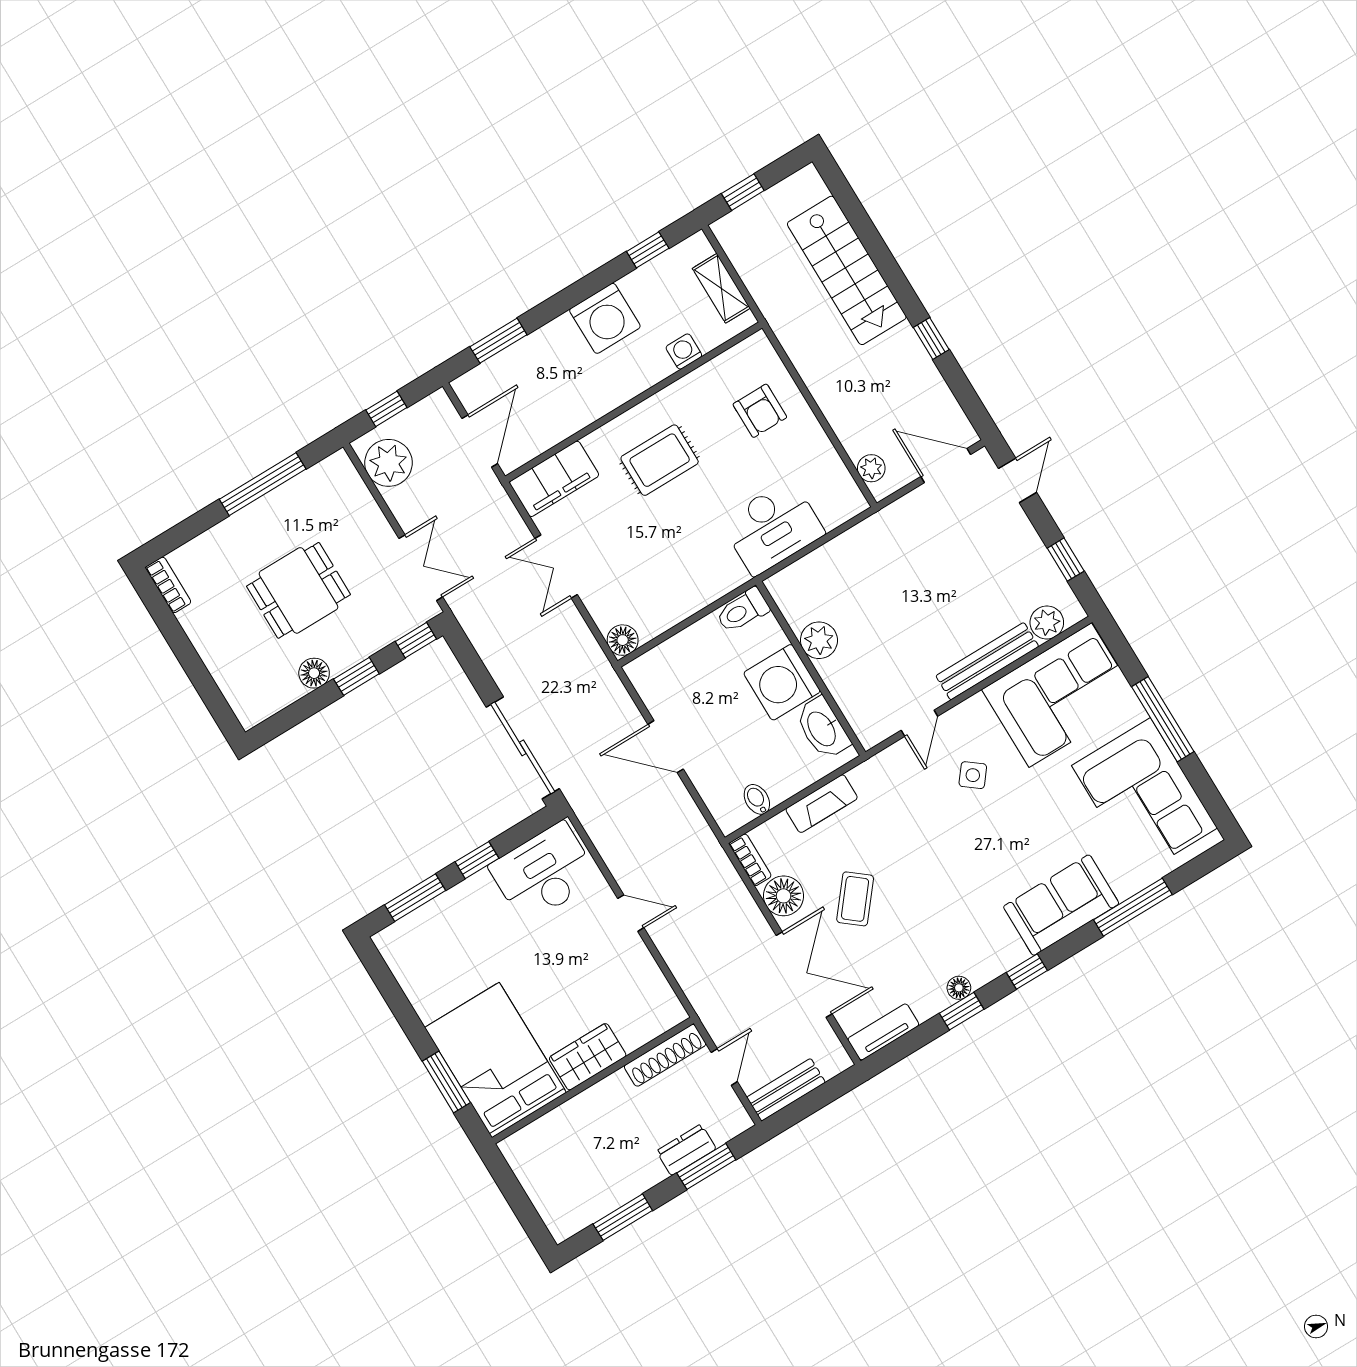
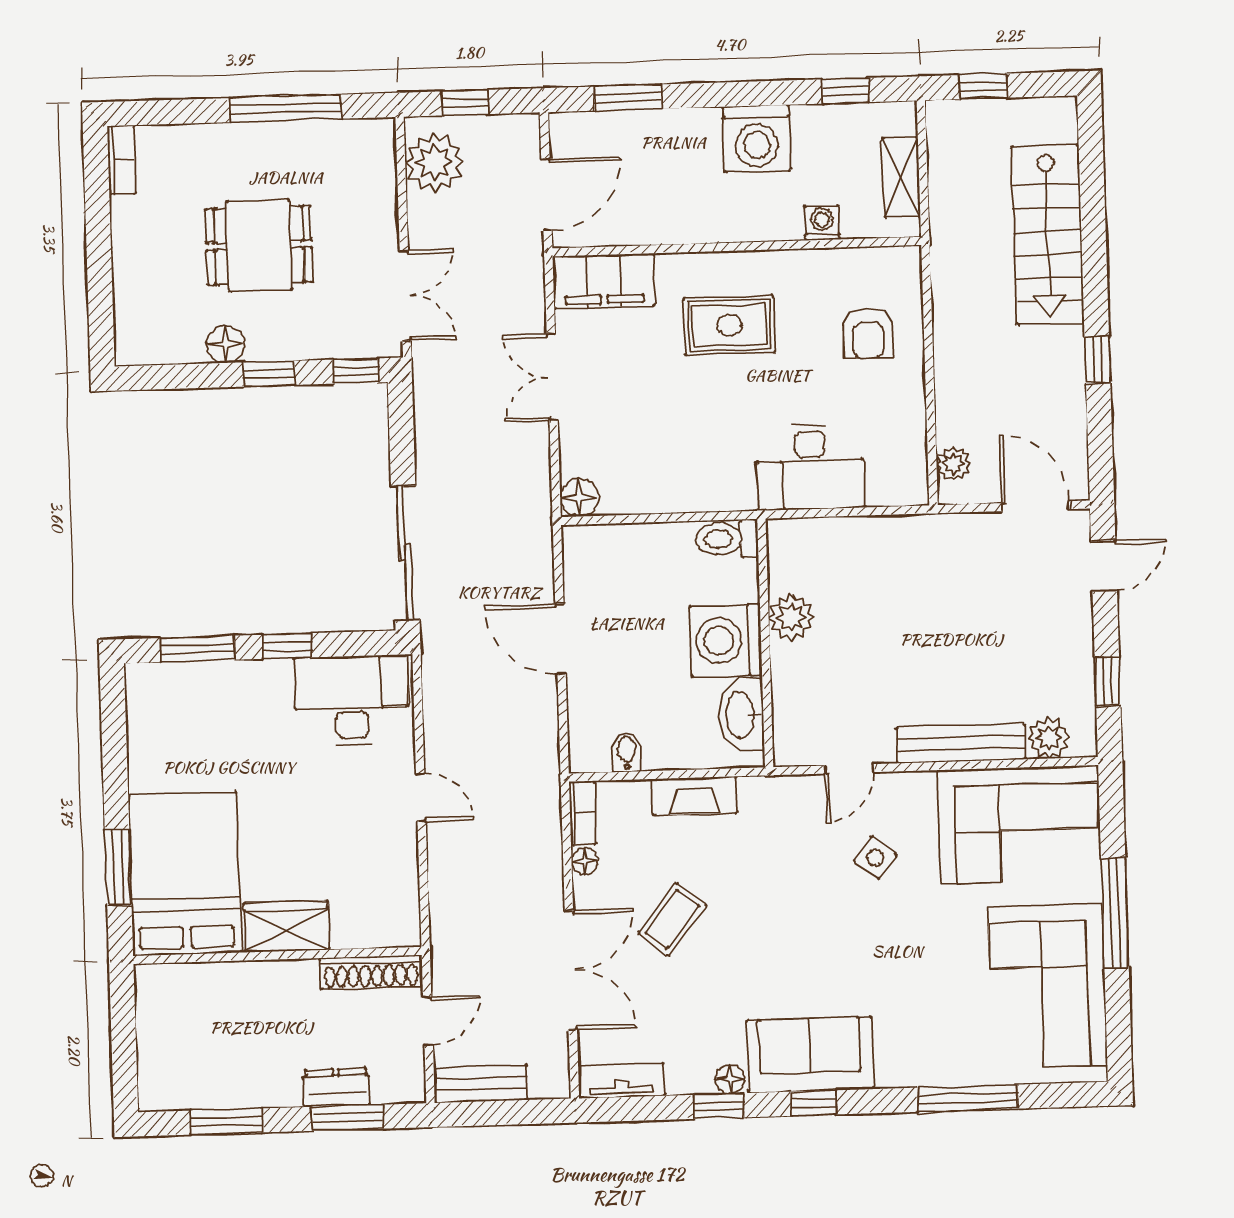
floor lamp: (784, 896) -> (585, 861), width x0.53, depth x0.53
sofa: (1061, 905) -> (810, 1055), moved

